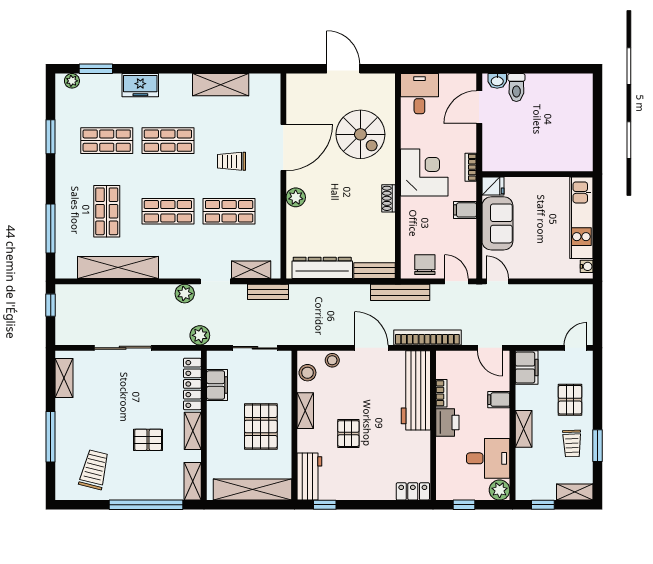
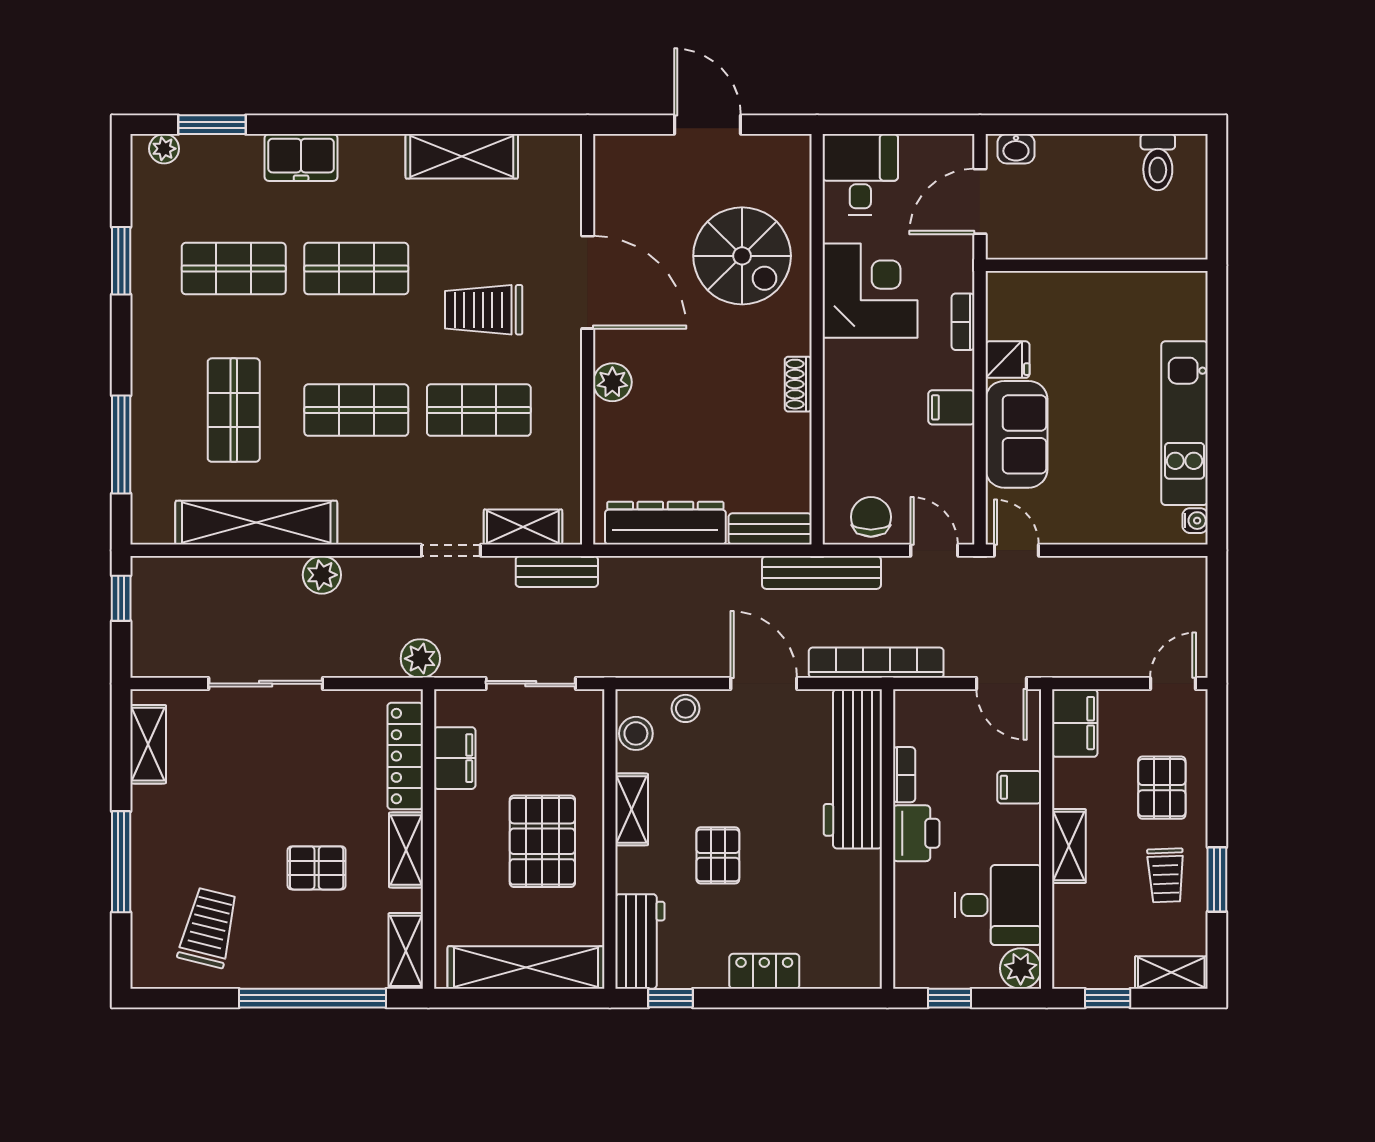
toilet: (516, 87) -> (1158, 162), moved
door: (283, 147) -> (588, 282), hinge flipped
trolley: (231, 161) -> (484, 310), width x1.36, depth x1.39
corner desk: (424, 172) -> (870, 291), moved
wall: (537, 174) -> (1097, 265), moved
plant: (185, 294) -> (322, 575), moved
locker: (413, 491) -> (764, 971), moved

